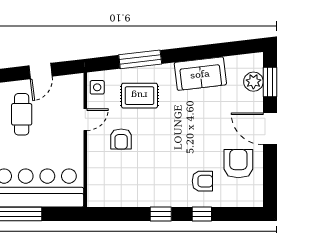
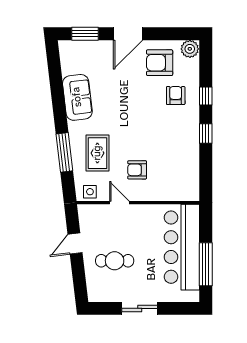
door: (40, 71) -> (75, 244), swing flipped
plant: (253, 82) -> (190, 49), moved
armchair: (121, 139) -> (137, 170), turned 180

